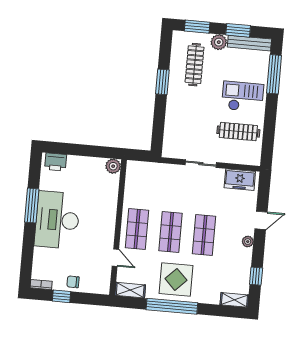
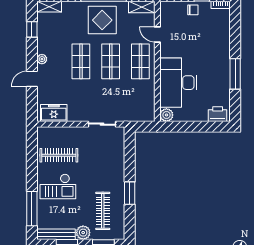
sliding door: (201, 164) -> (102, 124), moved
desk: (57, 220) -> (178, 83), moved, turned 180

